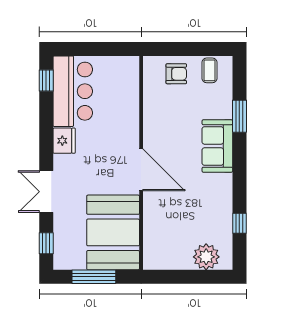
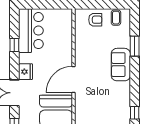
window: (46, 80) -> (14, 45), moved
fridge: (64, 141) -> (26, 72), moved
door: (141, 170) -> (73, 79), swing flipped

